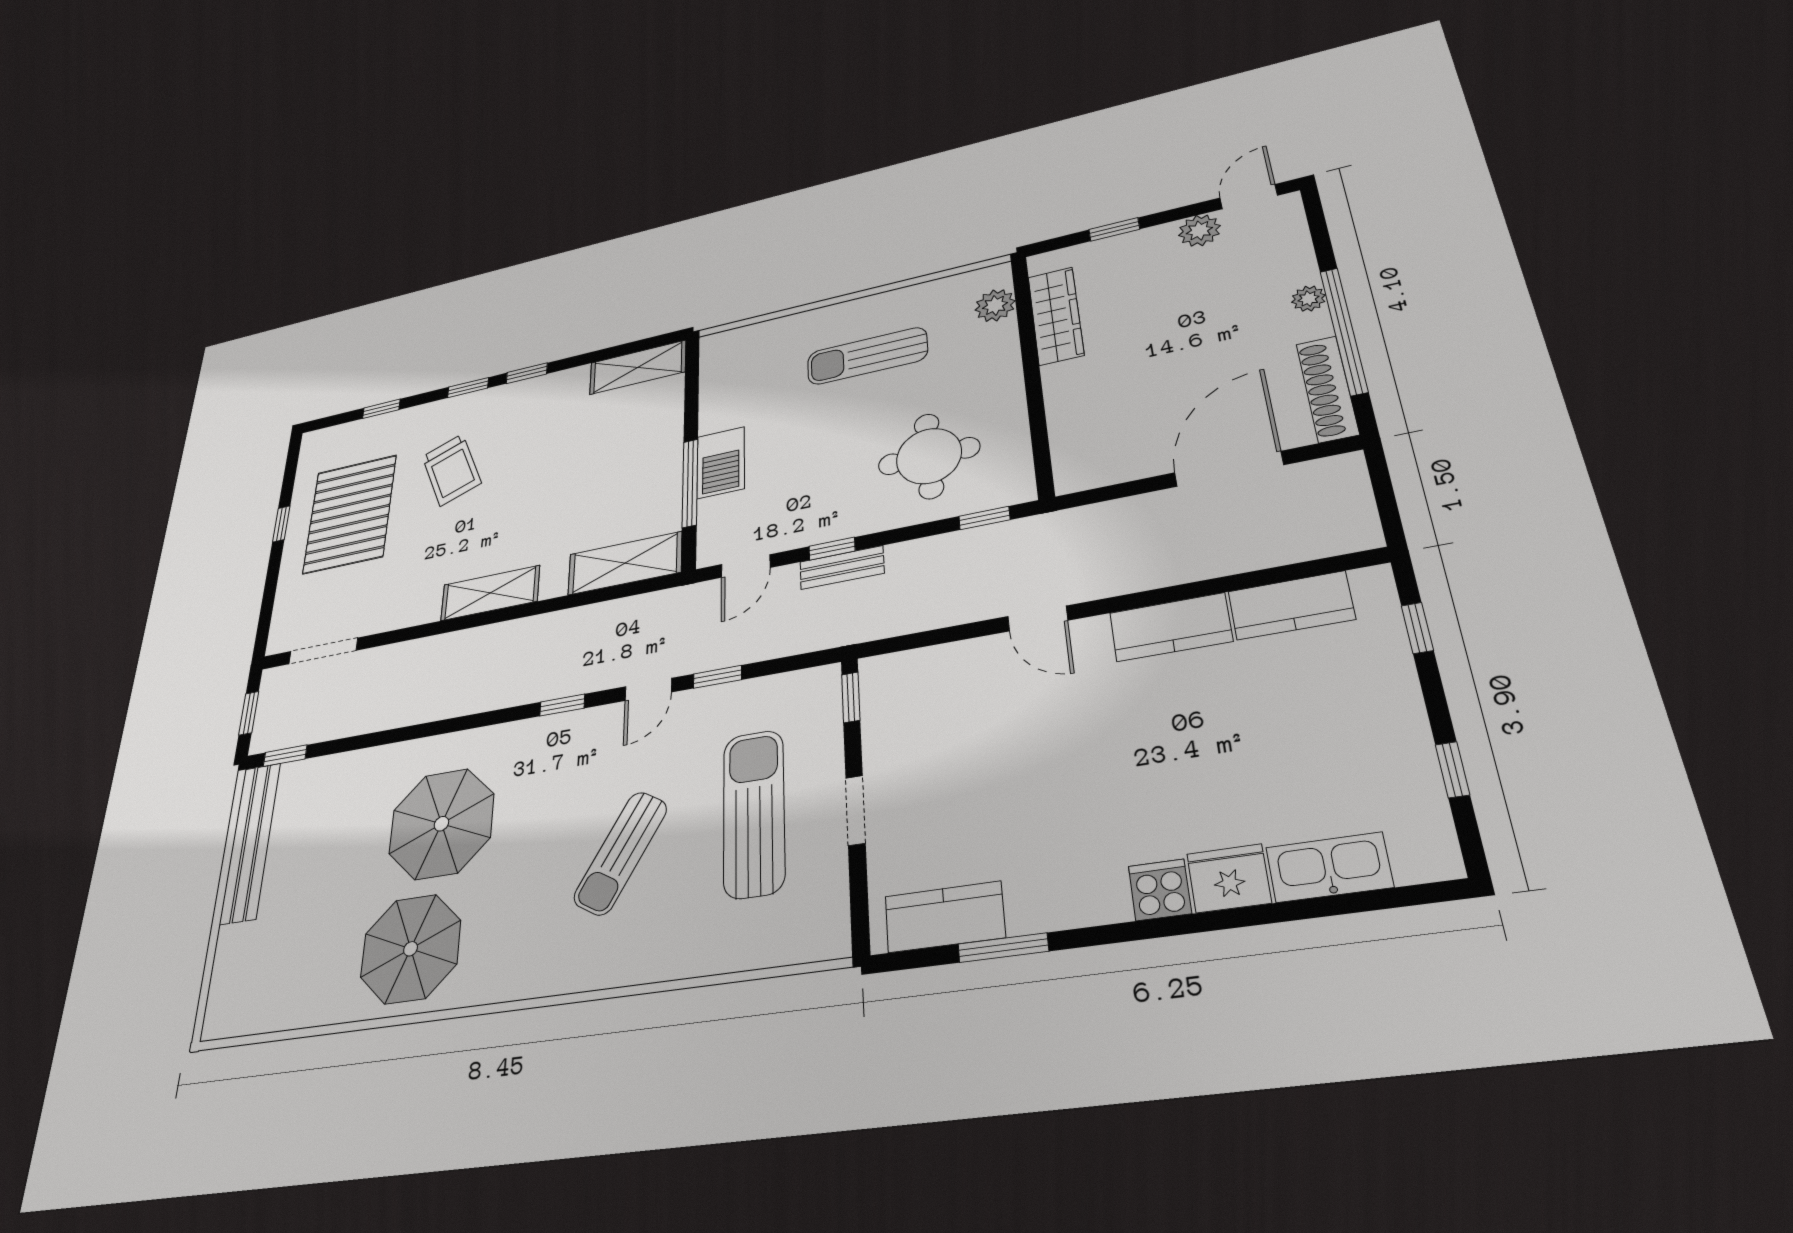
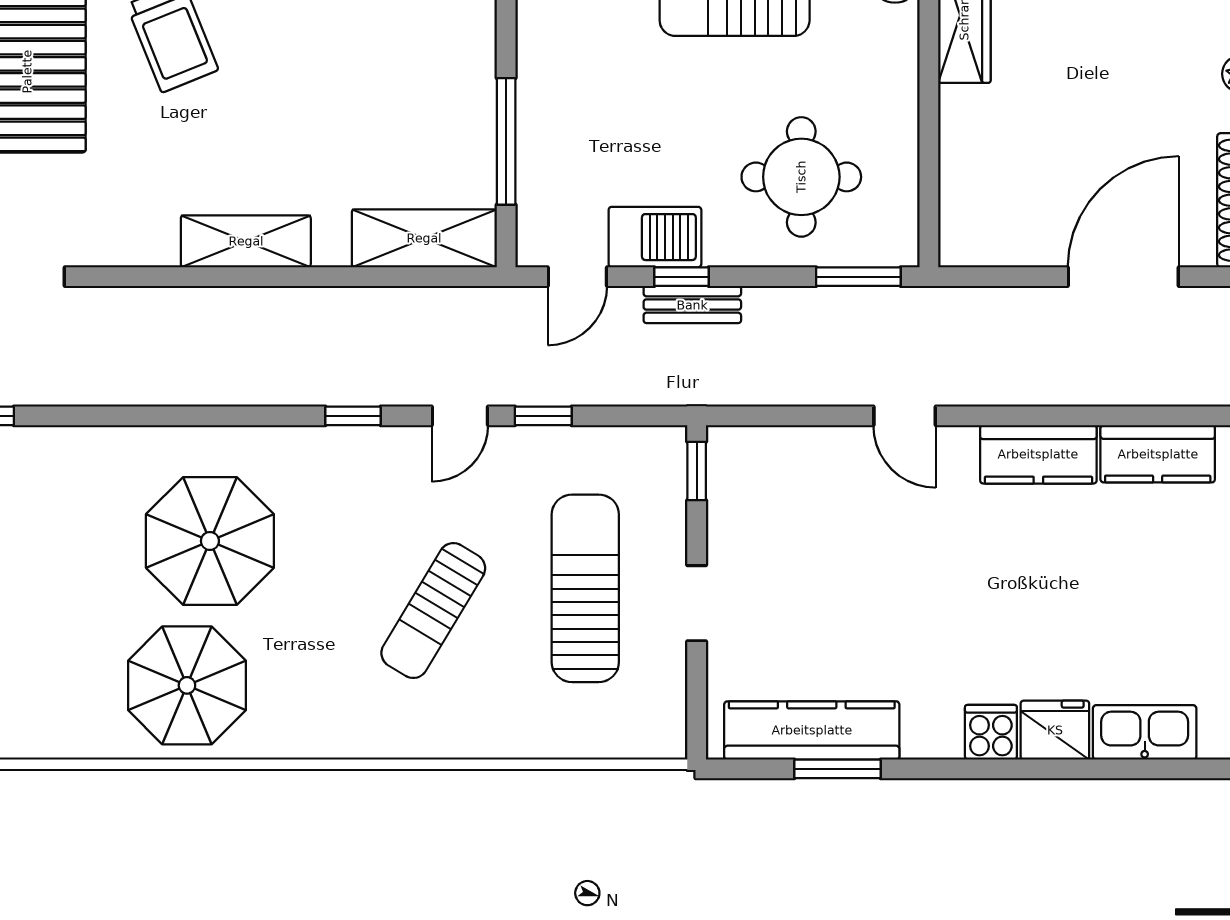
barbecue: (721, 463) -> (655, 237), moved, turned -90
window: (984, 518) -> (858, 277), width x1.50
kitchen counter: (945, 917) -> (812, 730), width x1.50

